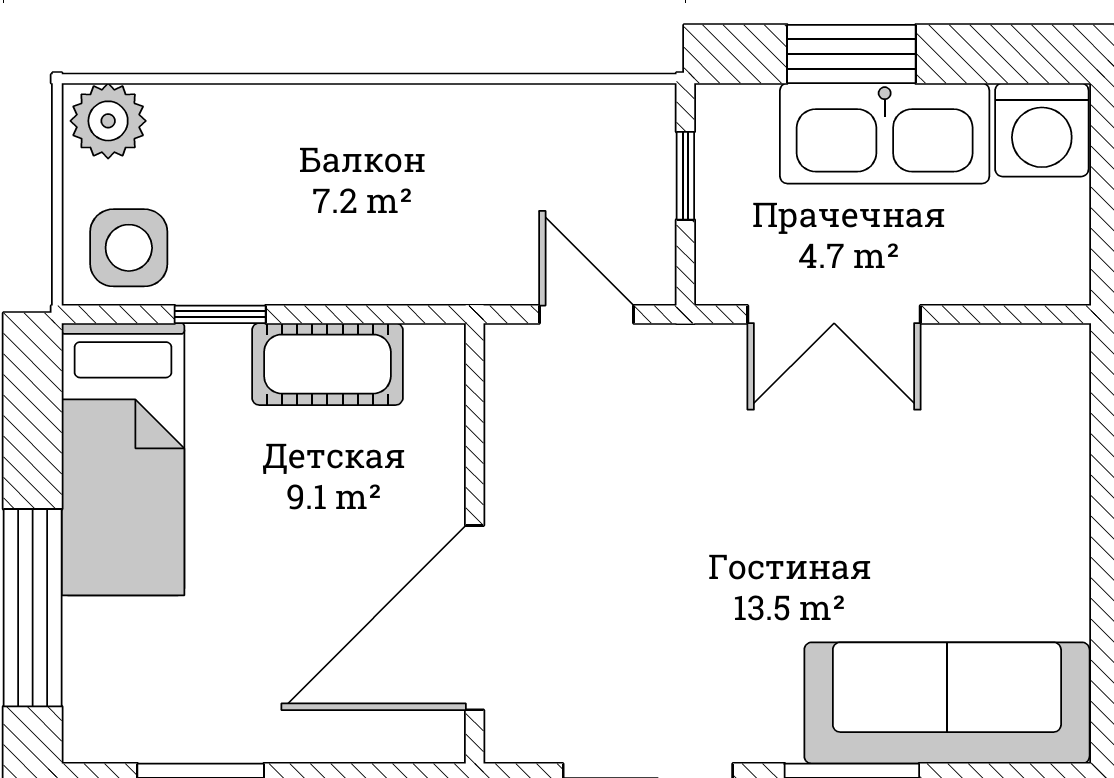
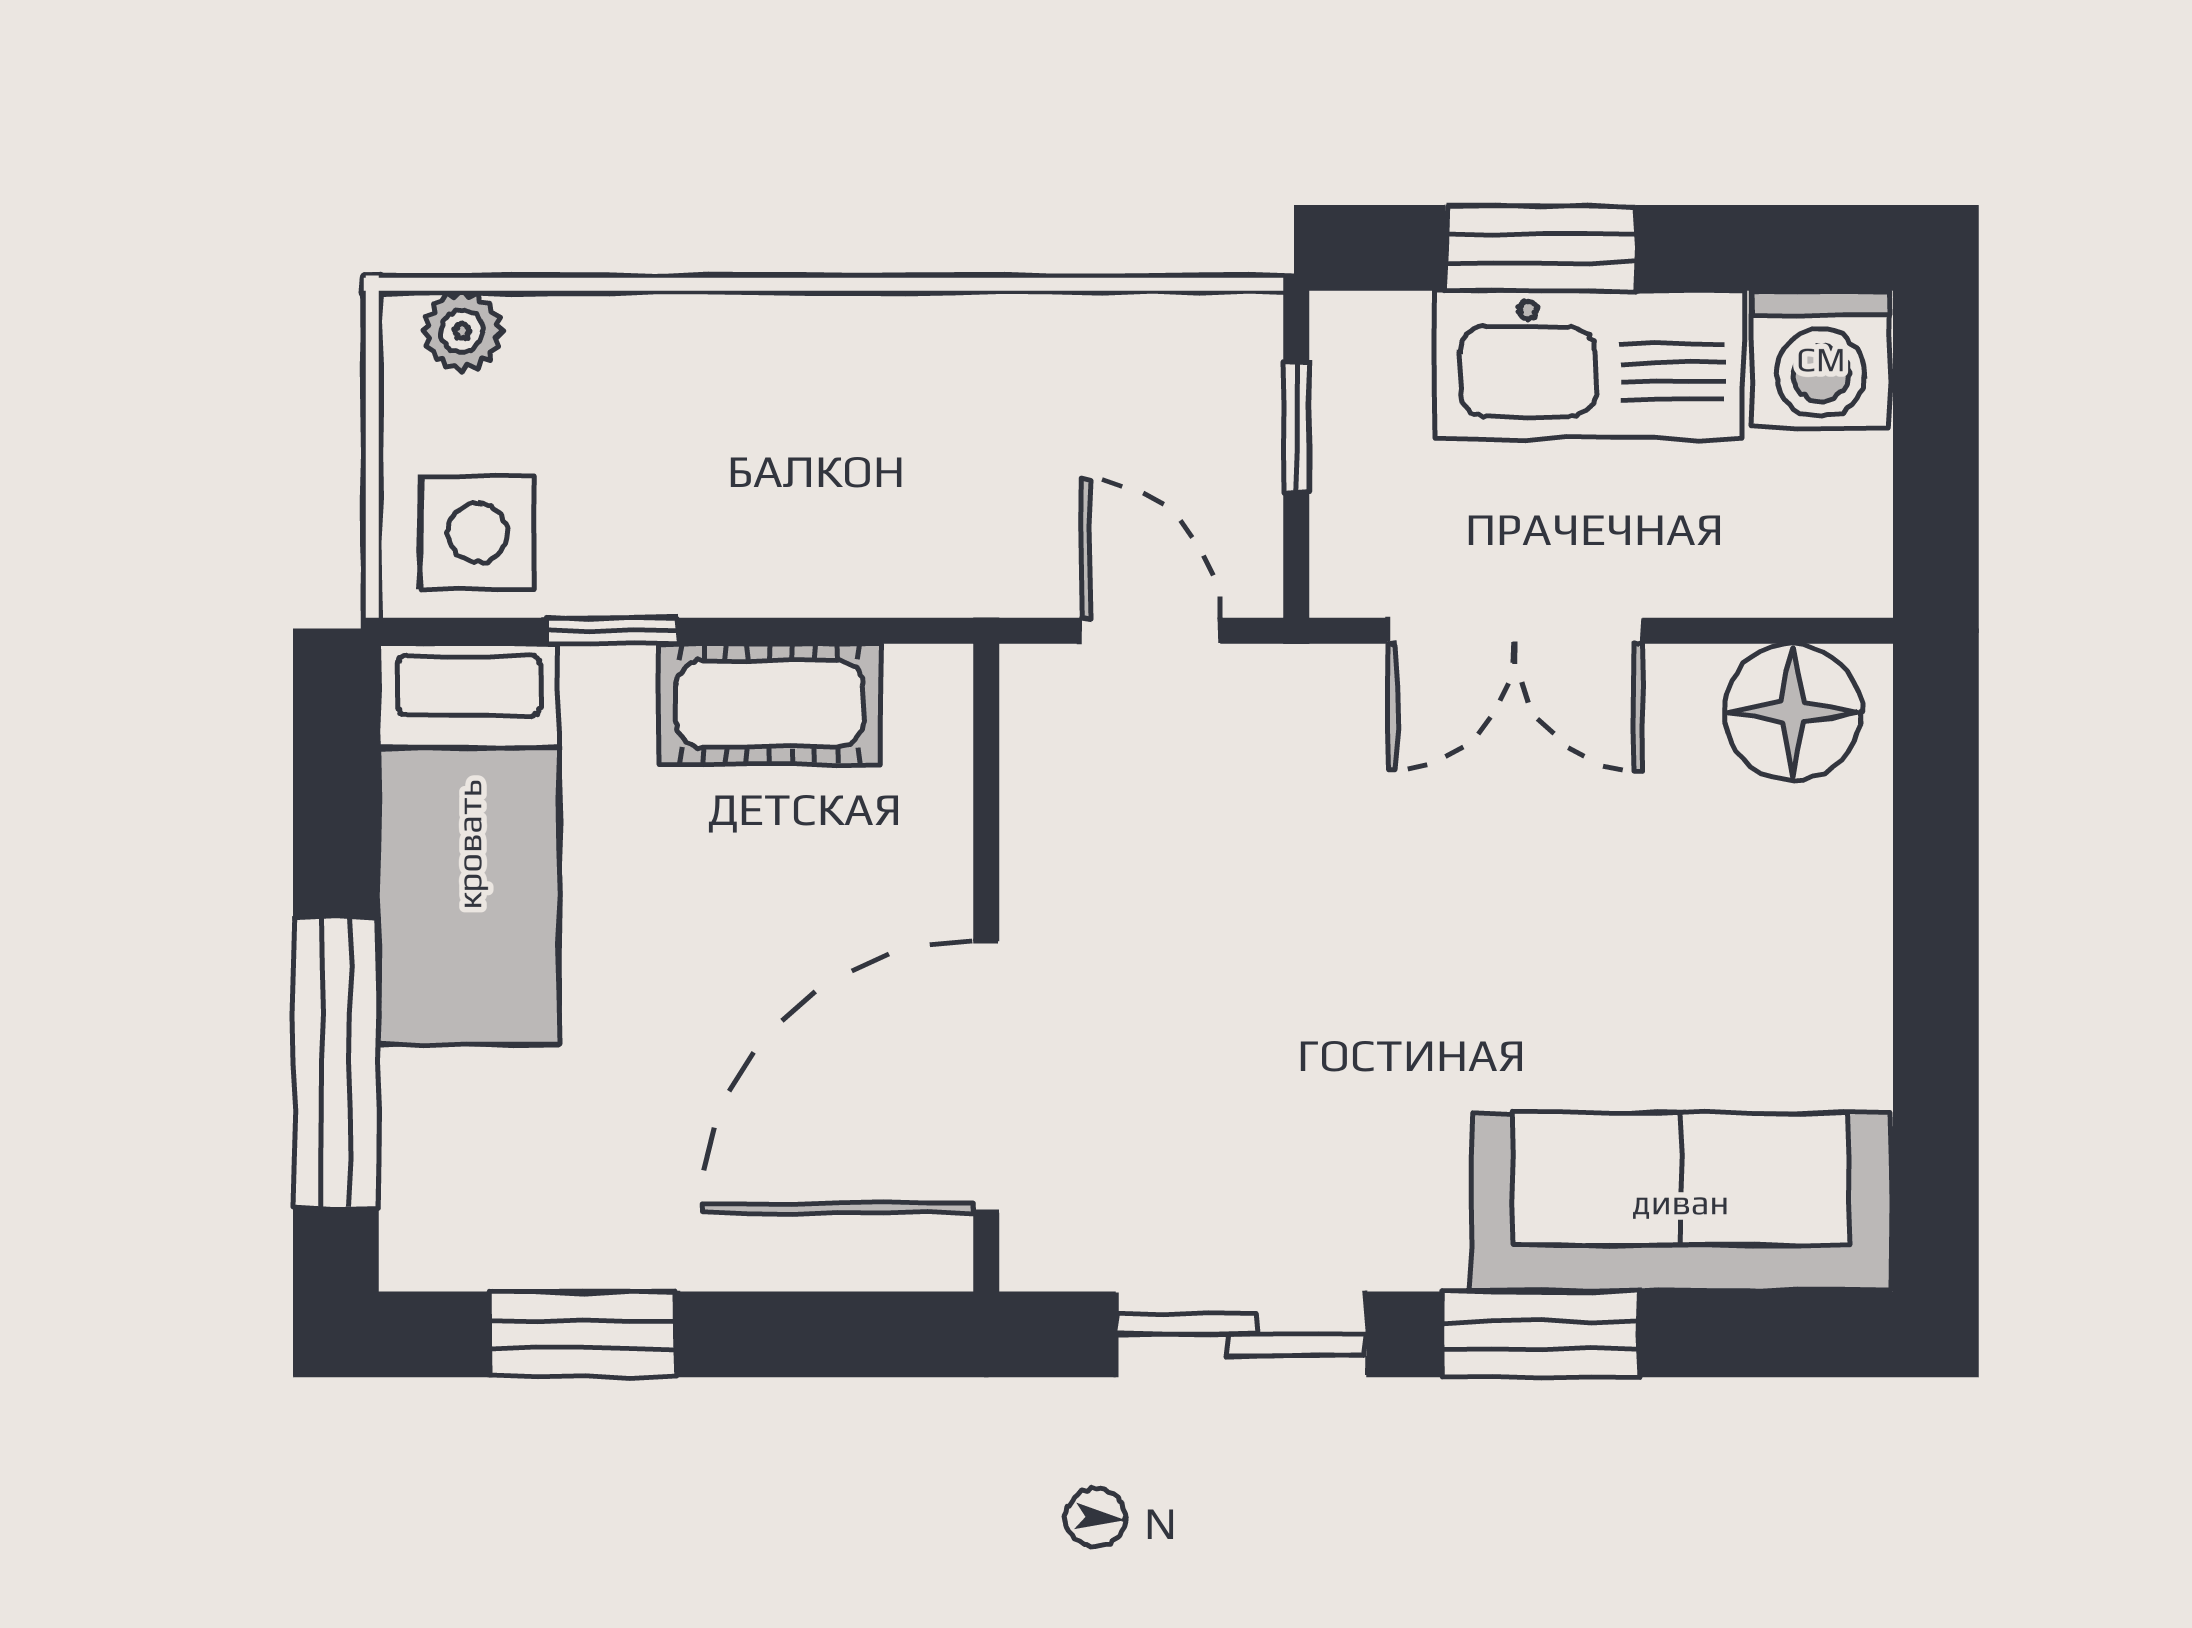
plant: (108, 121) -> (462, 331), width x0.73, depth x0.73
floor lamp: (1023, 370) -> (1792, 712), added

